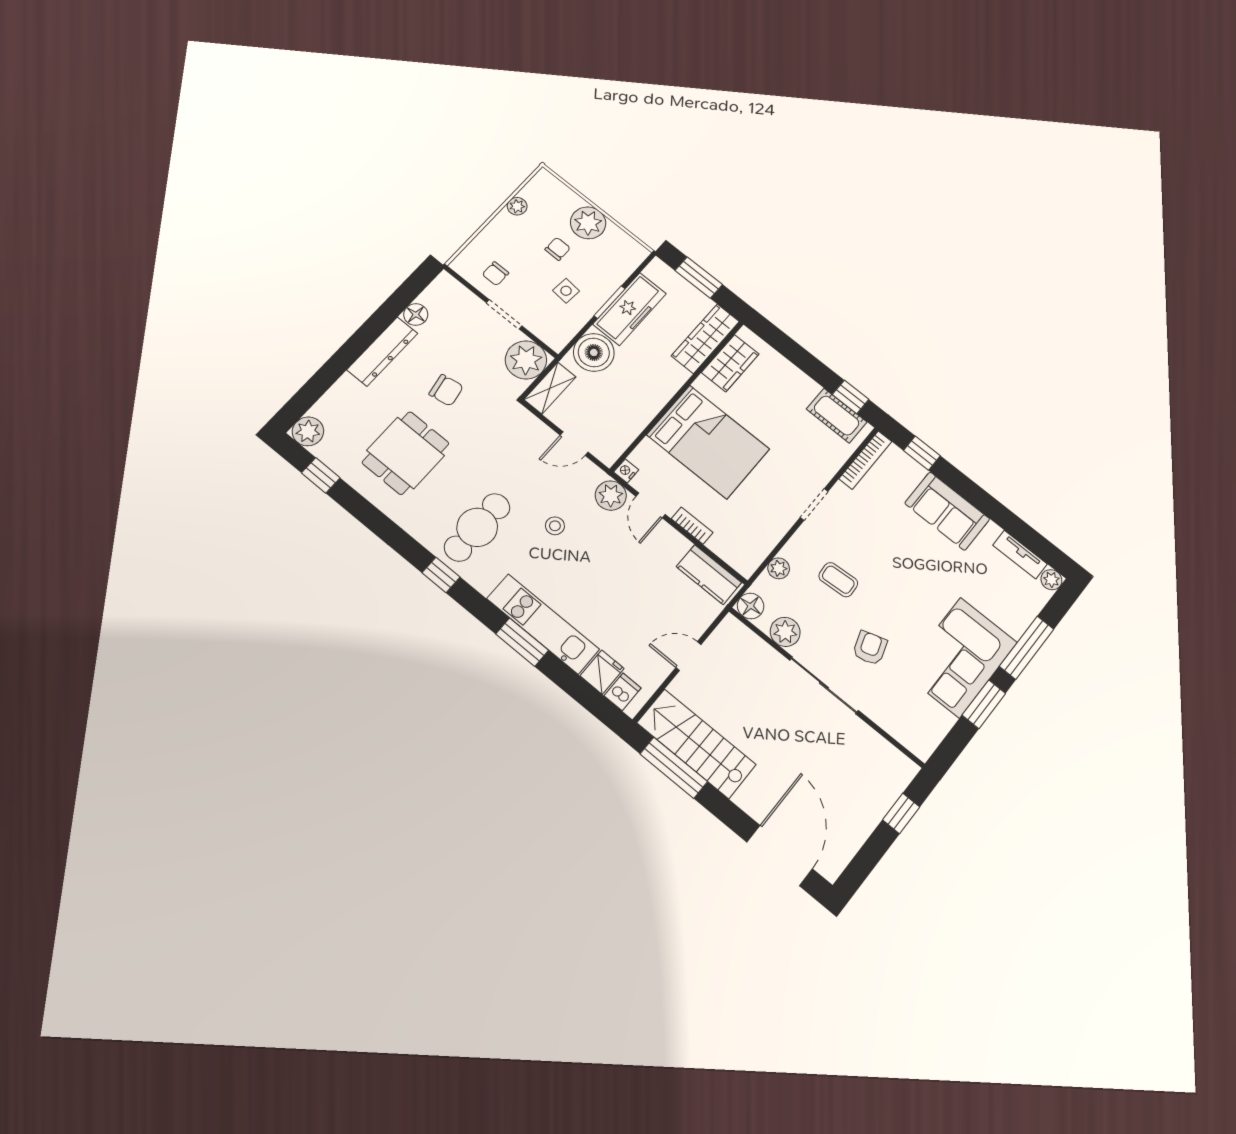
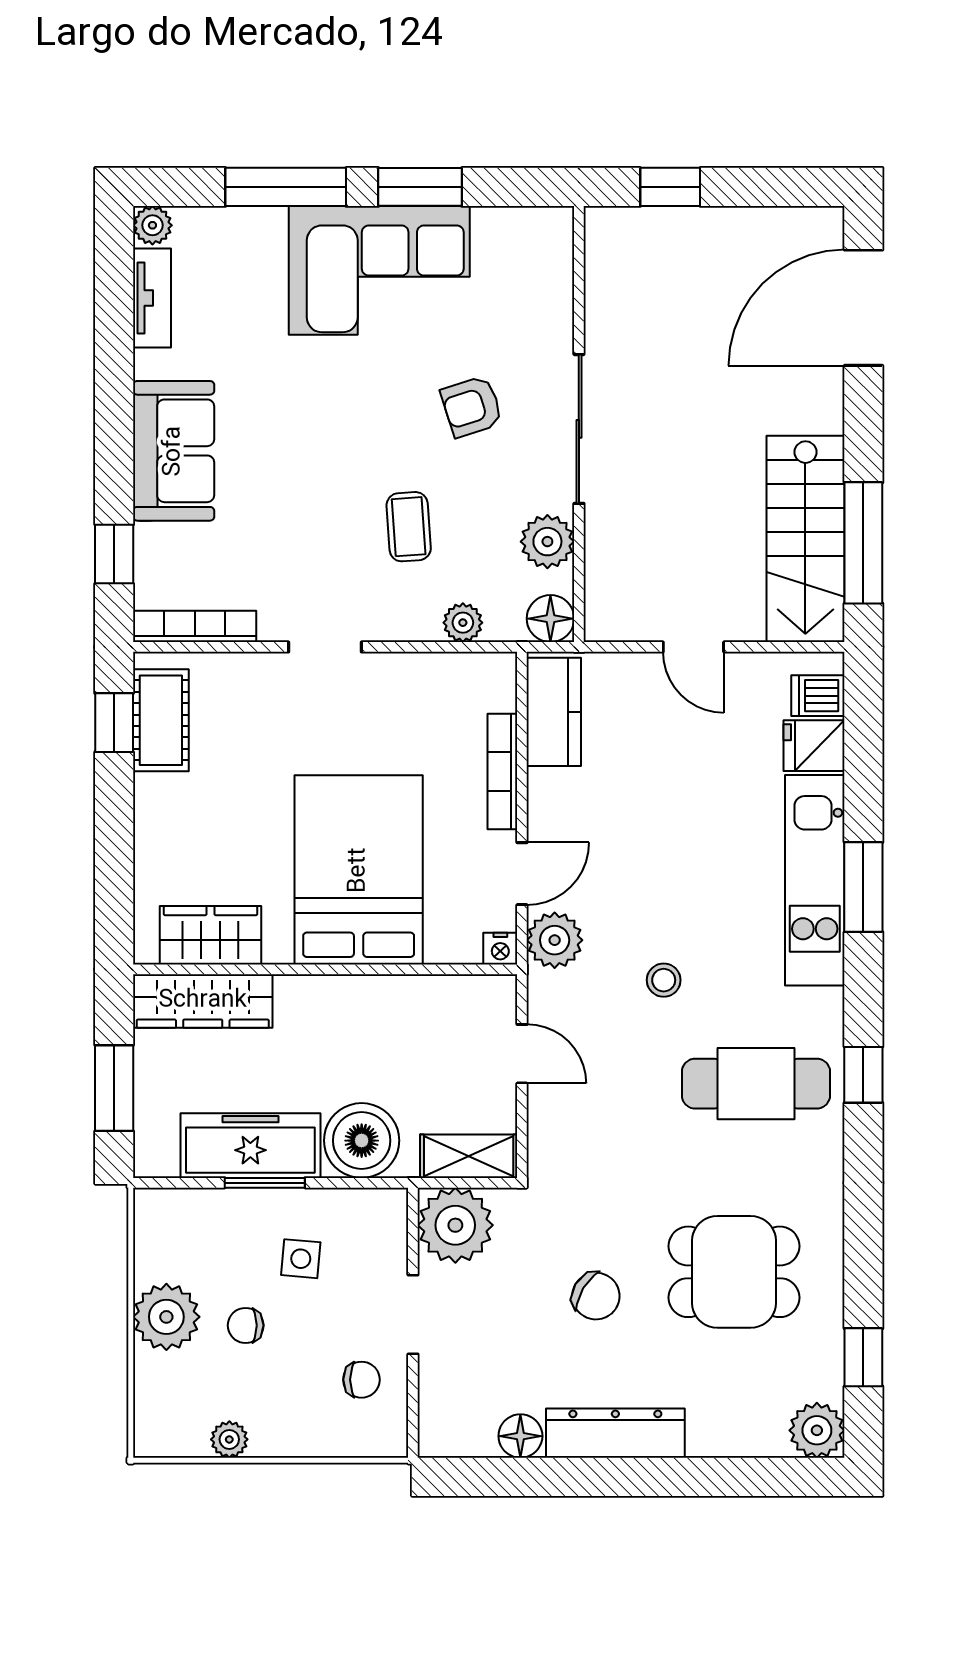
chair: (446, 390) -> (596, 1296), turned 131
bookcase: (692, 526) -> (502, 771), width x1.56

